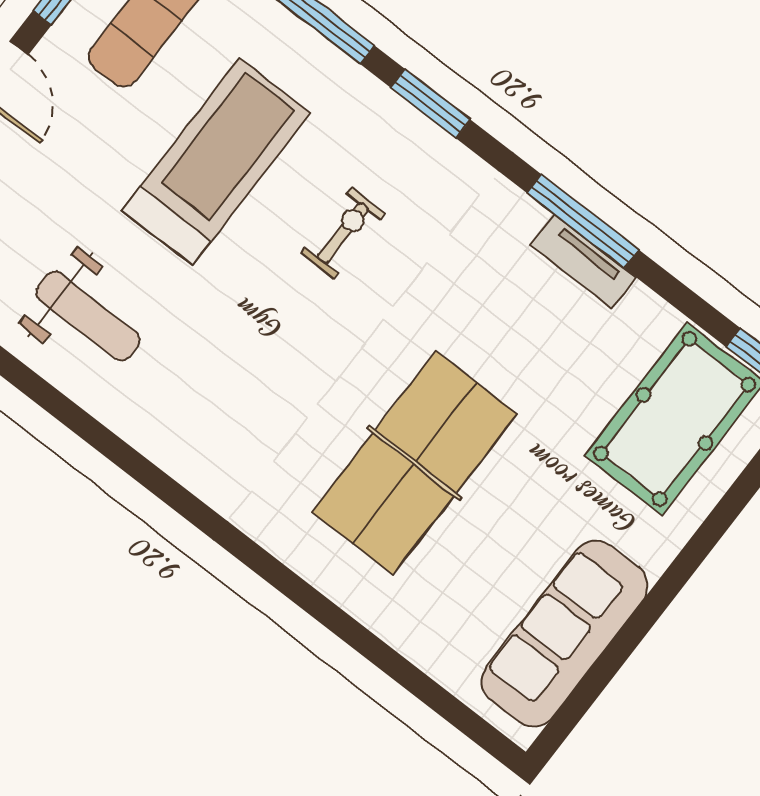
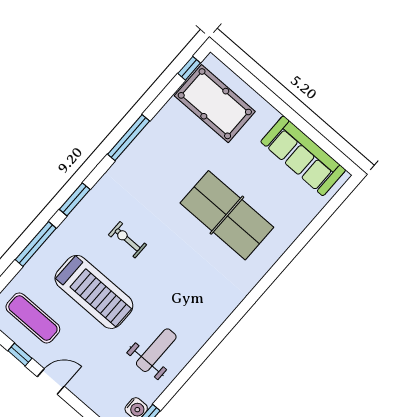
treadmill: (216, 162) -> (94, 292), turned 180
tv unit: (583, 261) -> (146, 139), removed

